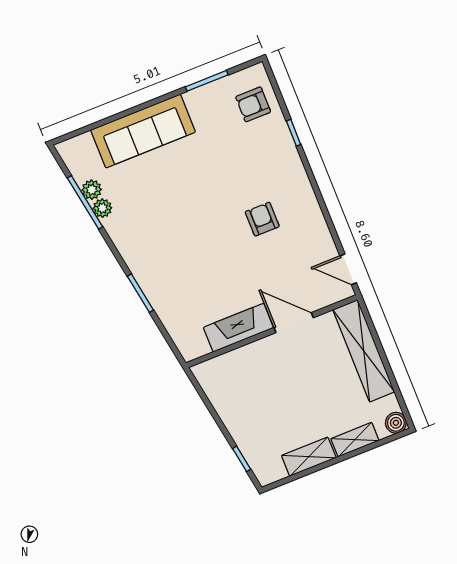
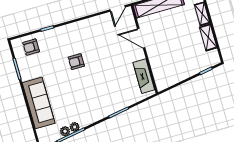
armchair: (253, 104) -> (31, 47), turned 90
armchair: (262, 219) -> (76, 62), moved
door: (294, 323) -> (141, 38), hinge flipped
fireplace: (238, 328) -> (144, 76), moved

